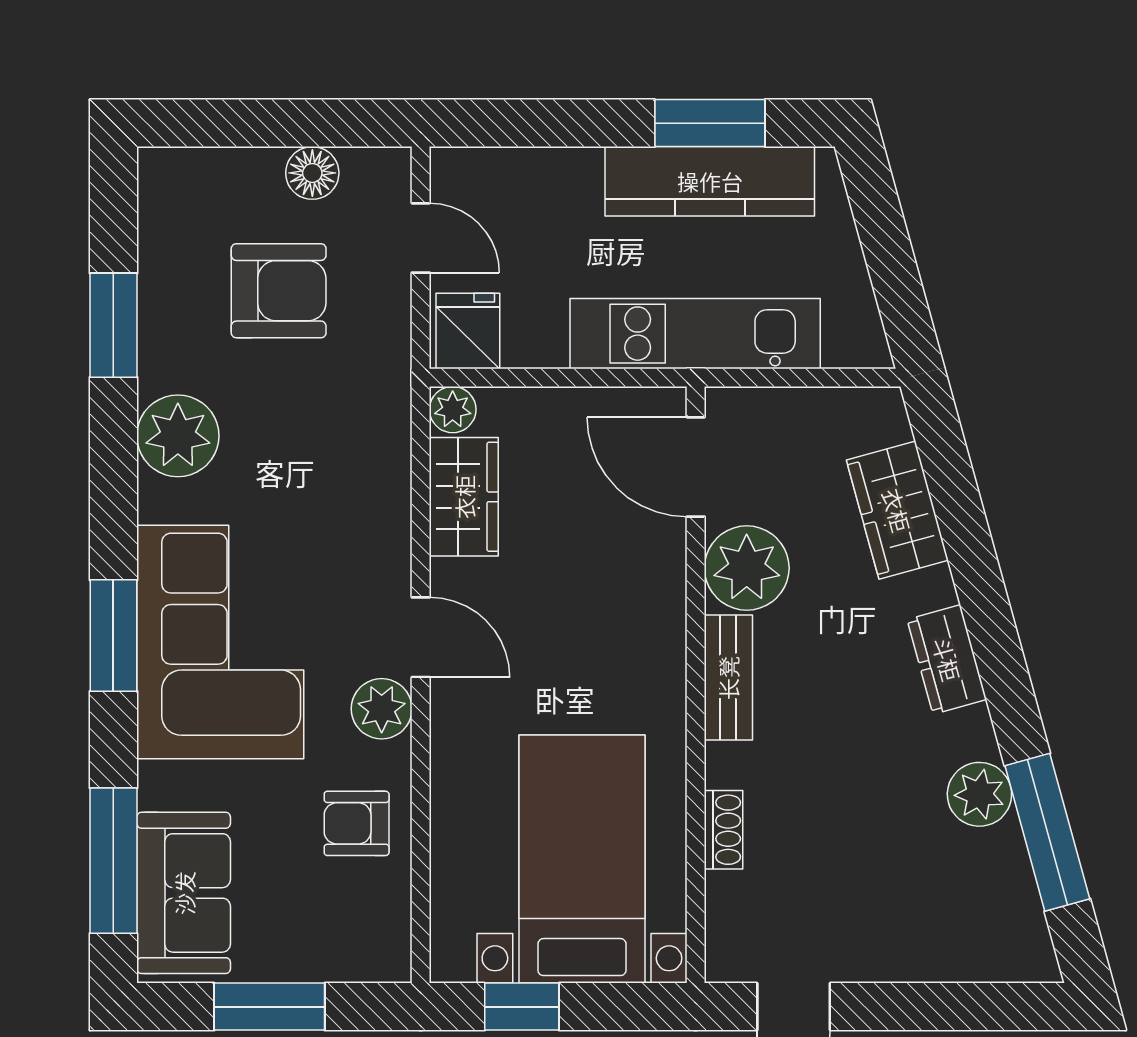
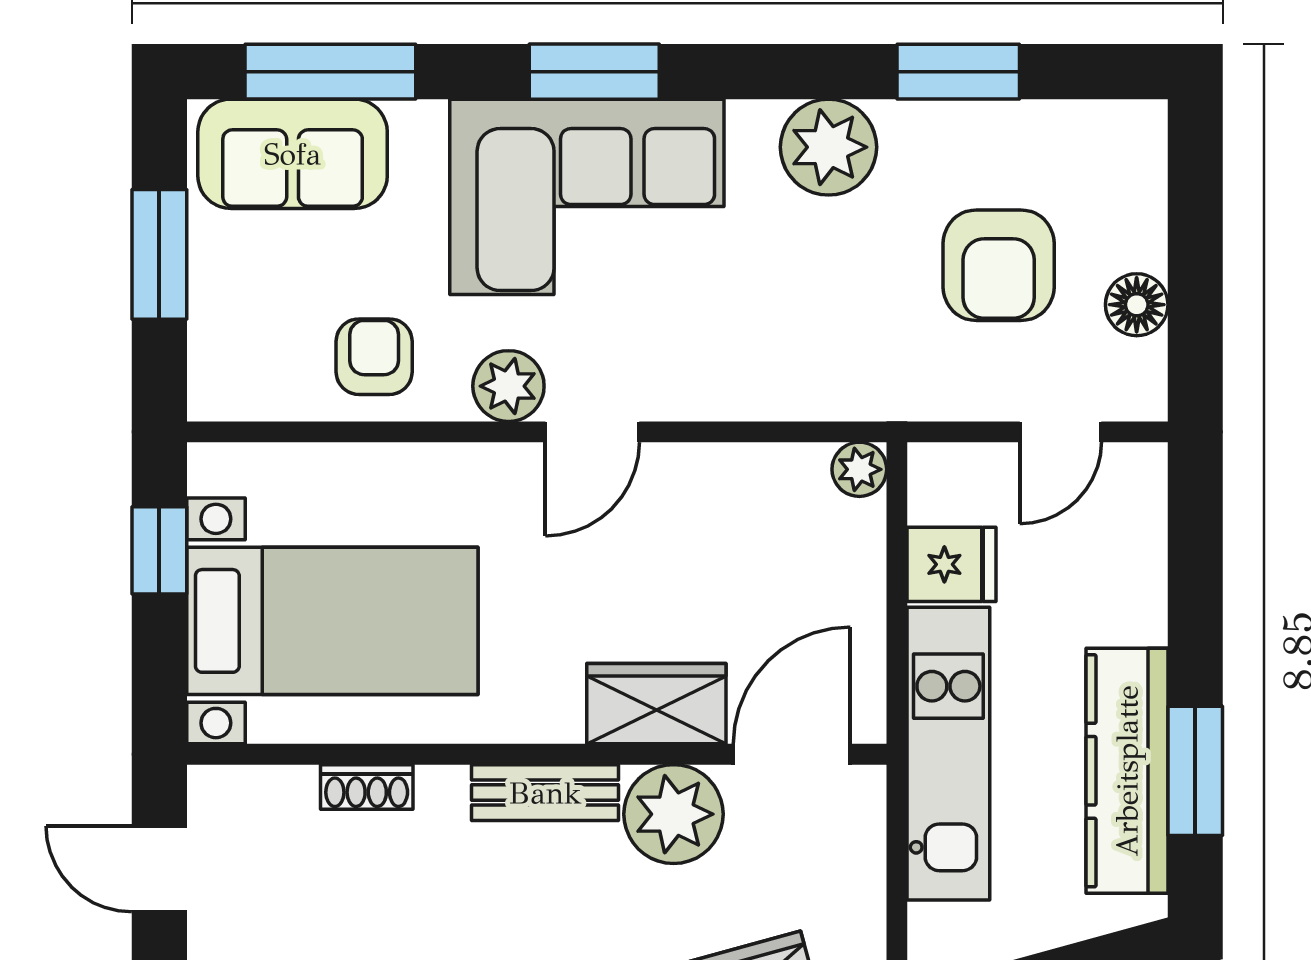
fridge: (468, 331) -> (951, 564), moved
wardrobe: (464, 497) -> (656, 704), moved, turned 180

